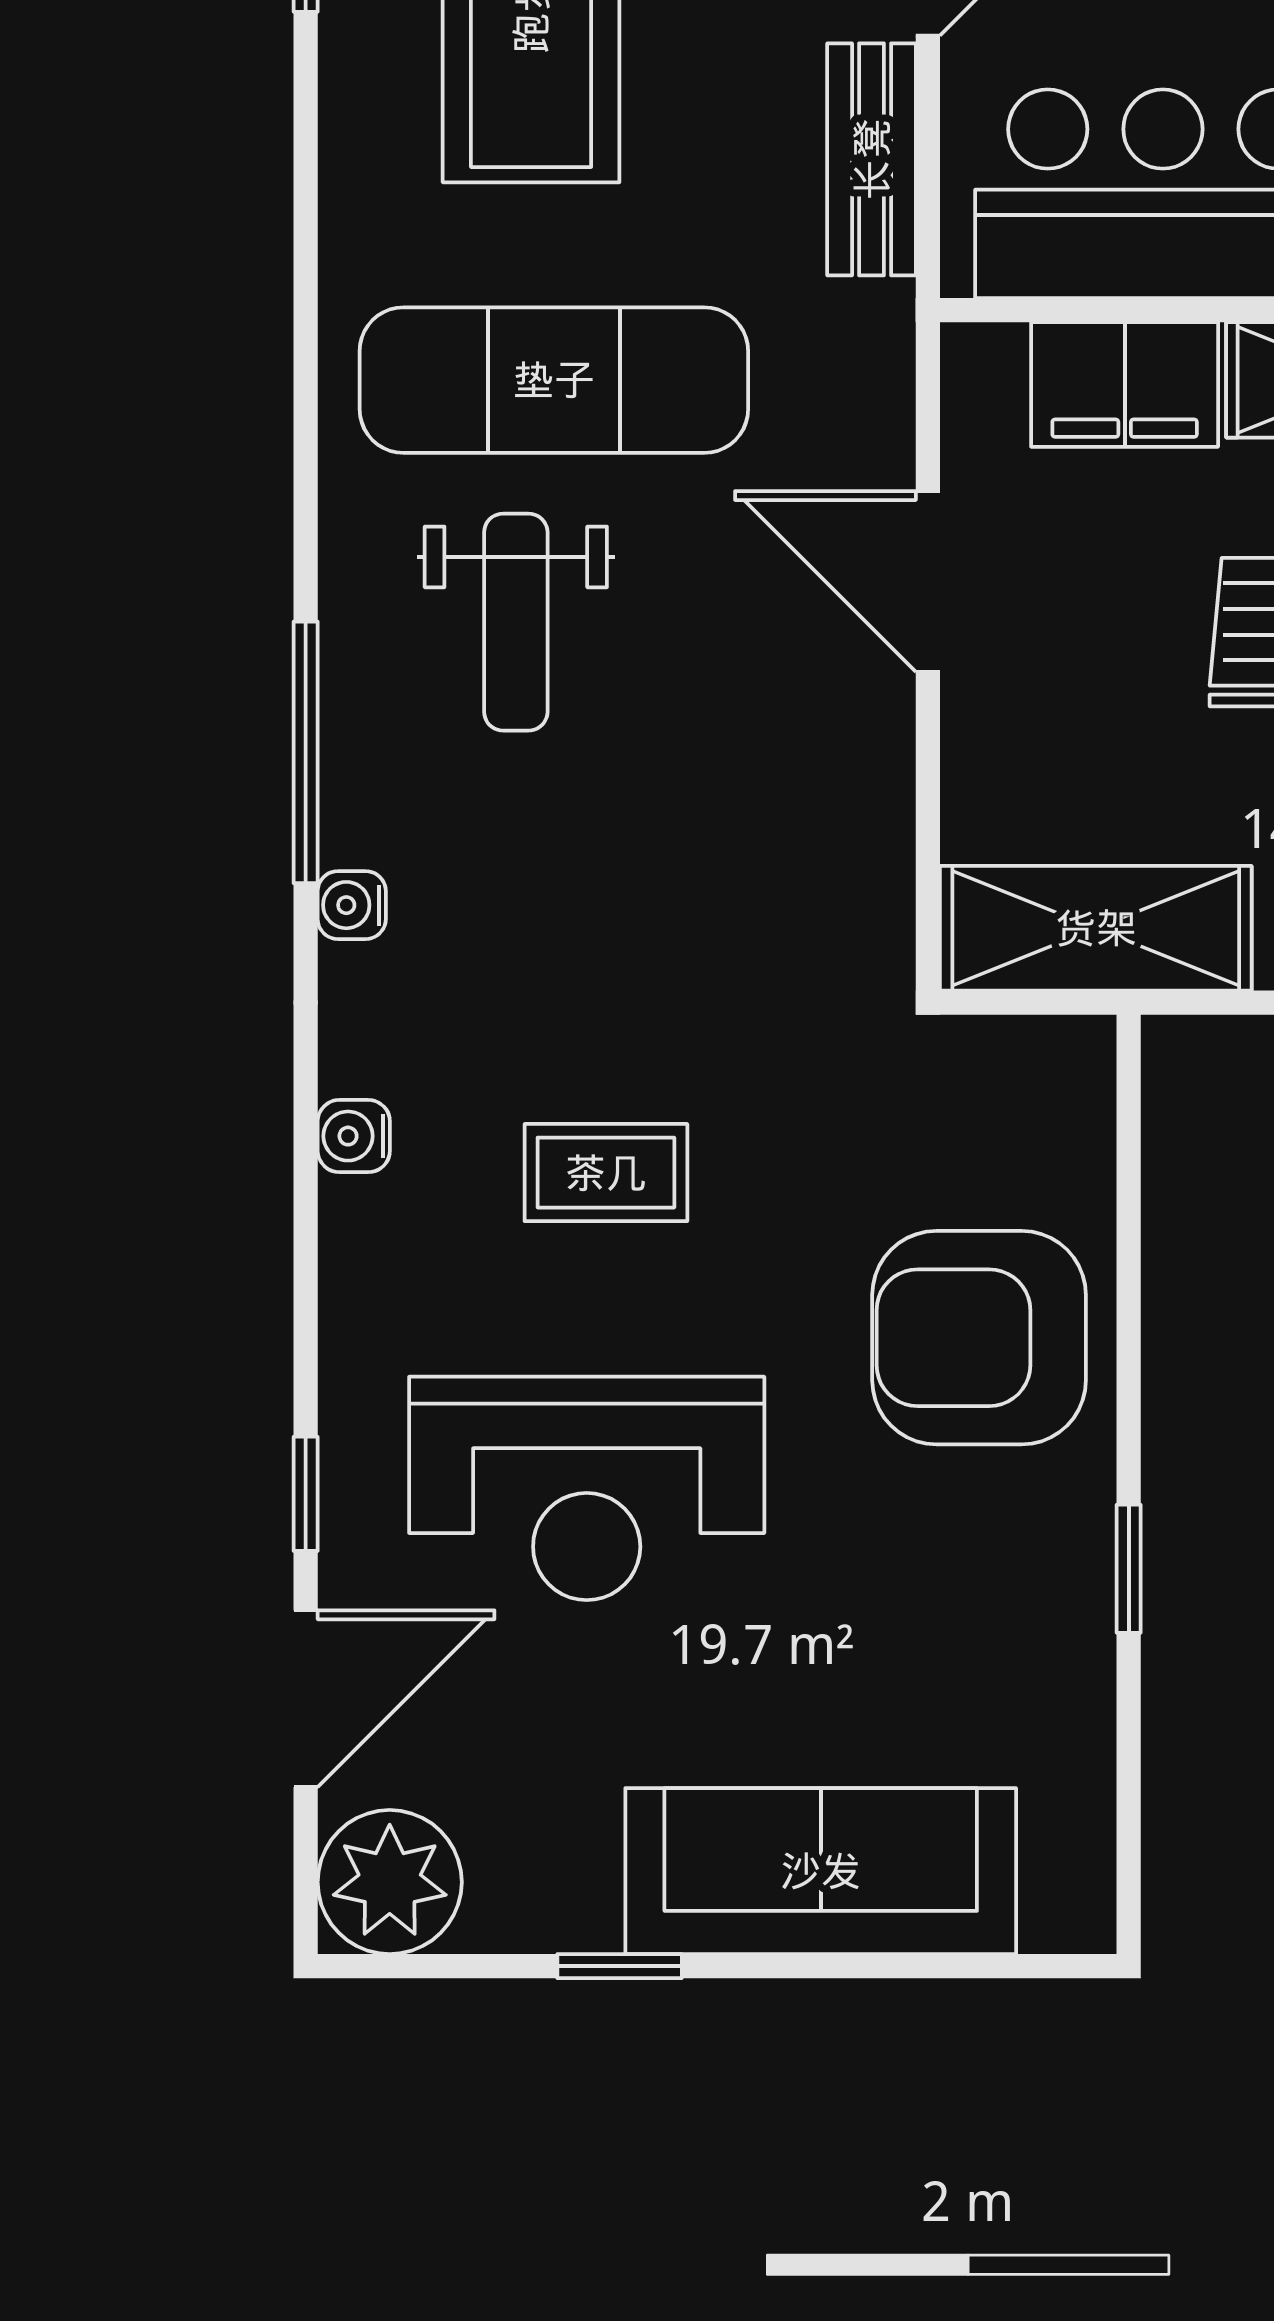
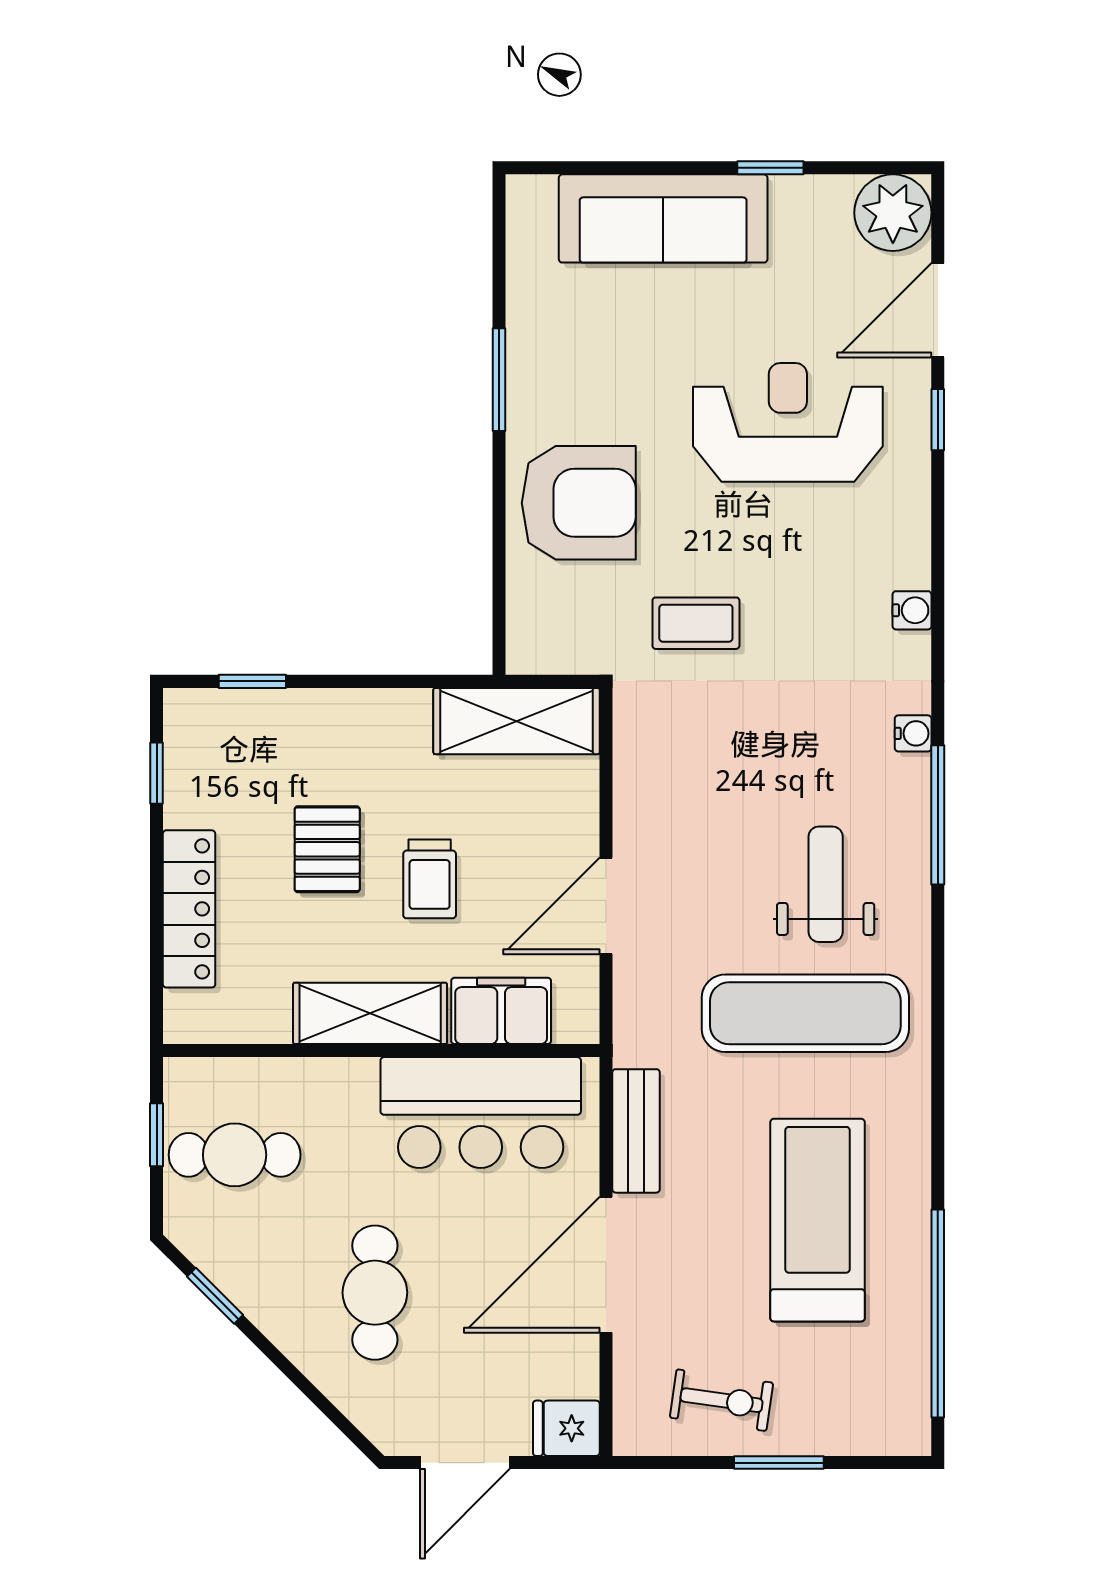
door: (928, 581) -> (606, 906), swing flipped
coffee table: (606, 1173) -> (696, 623), moved
window: (1129, 1569) -> (499, 380), width x1.50

